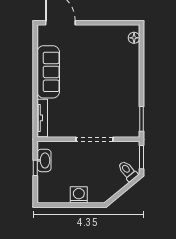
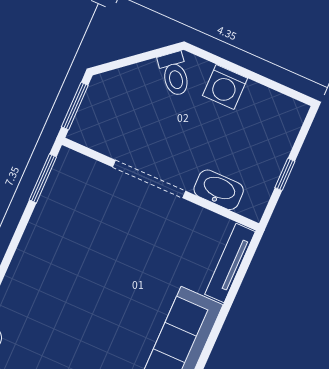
washbasin: (44, 160) -> (219, 190), moved, turned 90
toilet: (128, 171) -> (174, 74), moved

